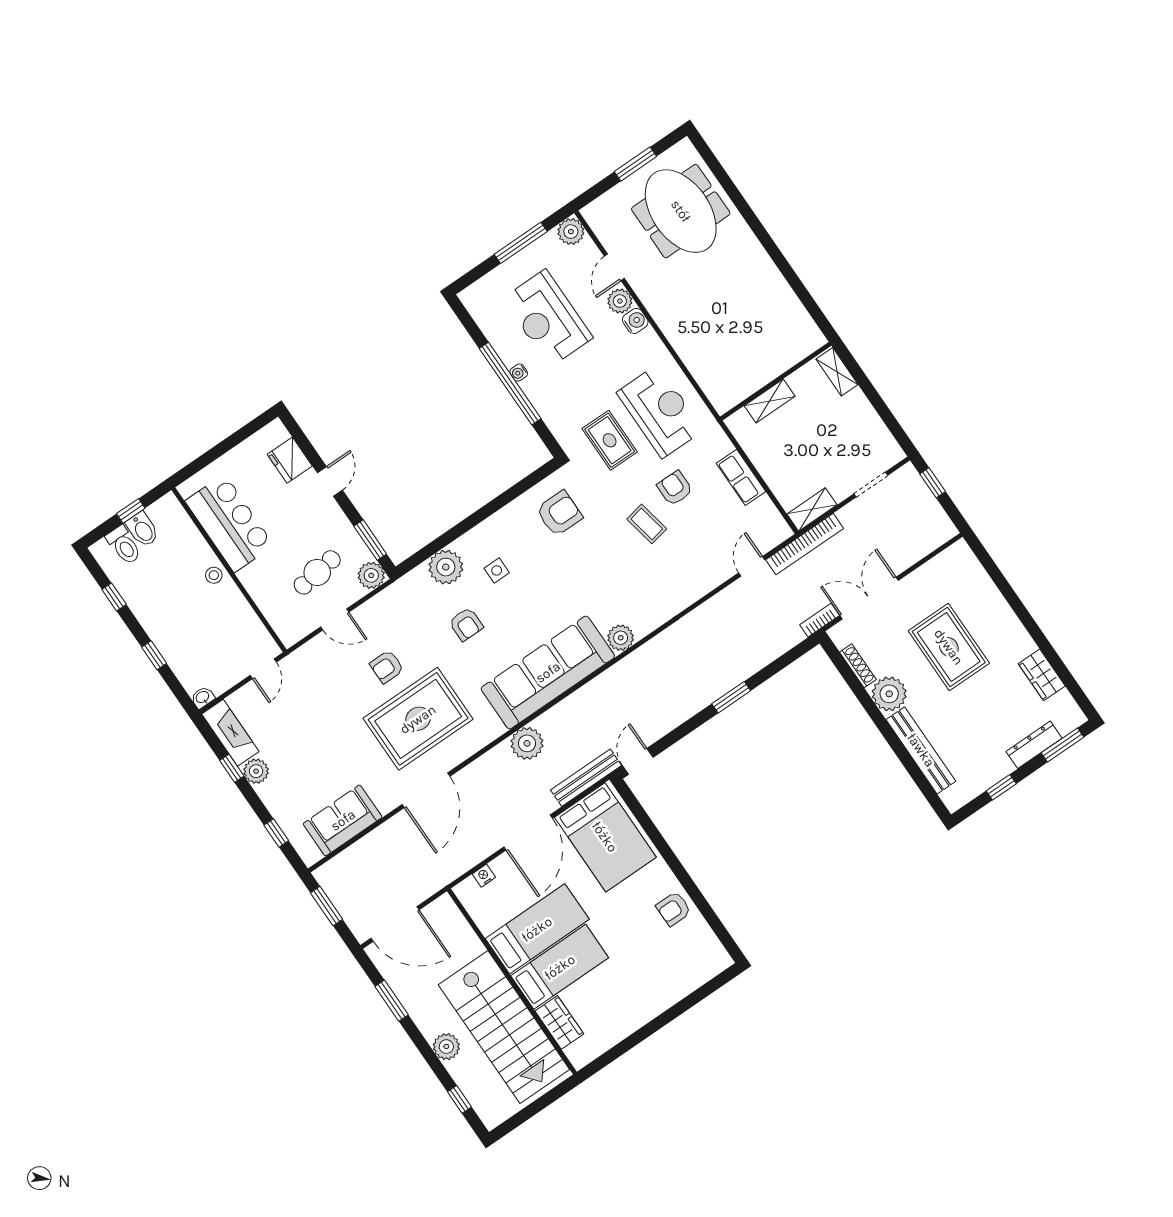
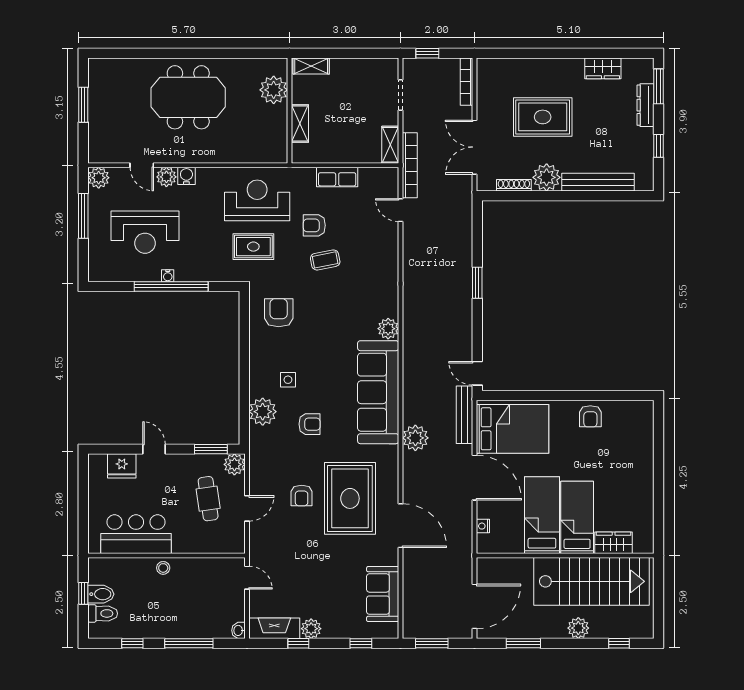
meeting table: (681, 211) -> (188, 97), moved
plant: (786, 350) -> (274, 90), added
bookcase: (820, 620) -> (467, 82), moved, width x1.56
window: (154, 655) -> (189, 643), width x2.17

